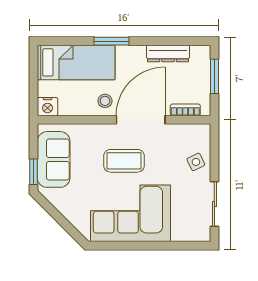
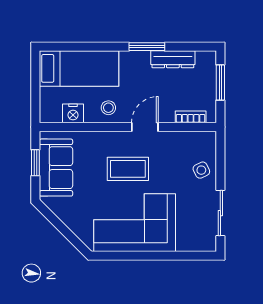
window: (111, 41) -> (147, 47), moved
nightstand: (48, 107) -> (73, 113), moved
door: (141, 120) -> (145, 127), width x0.53
window: (34, 172) -> (35, 163), moved

